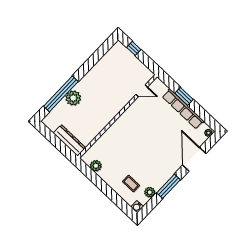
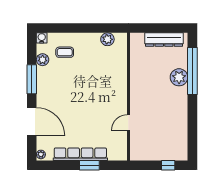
door: (142, 91) -> (128, 123), moved
dresser: (69, 140) -> (164, 40), moved

